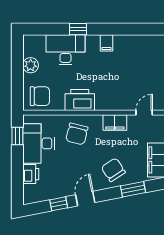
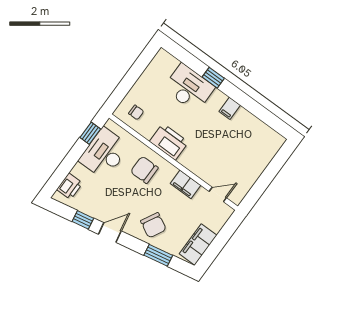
plant: (31, 65) -> (148, 79), removed
chair: (40, 96) -> (136, 112), width x0.54, depth x0.54
chair: (77, 134) -> (144, 170), turned 76
chair: (113, 170) -> (153, 225), turned 151
printer: (31, 174) -> (70, 186), moved

